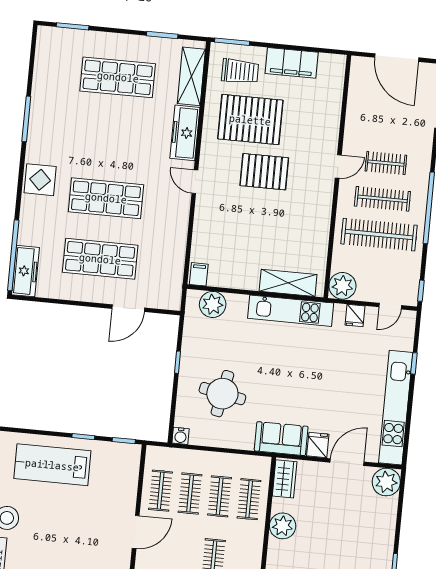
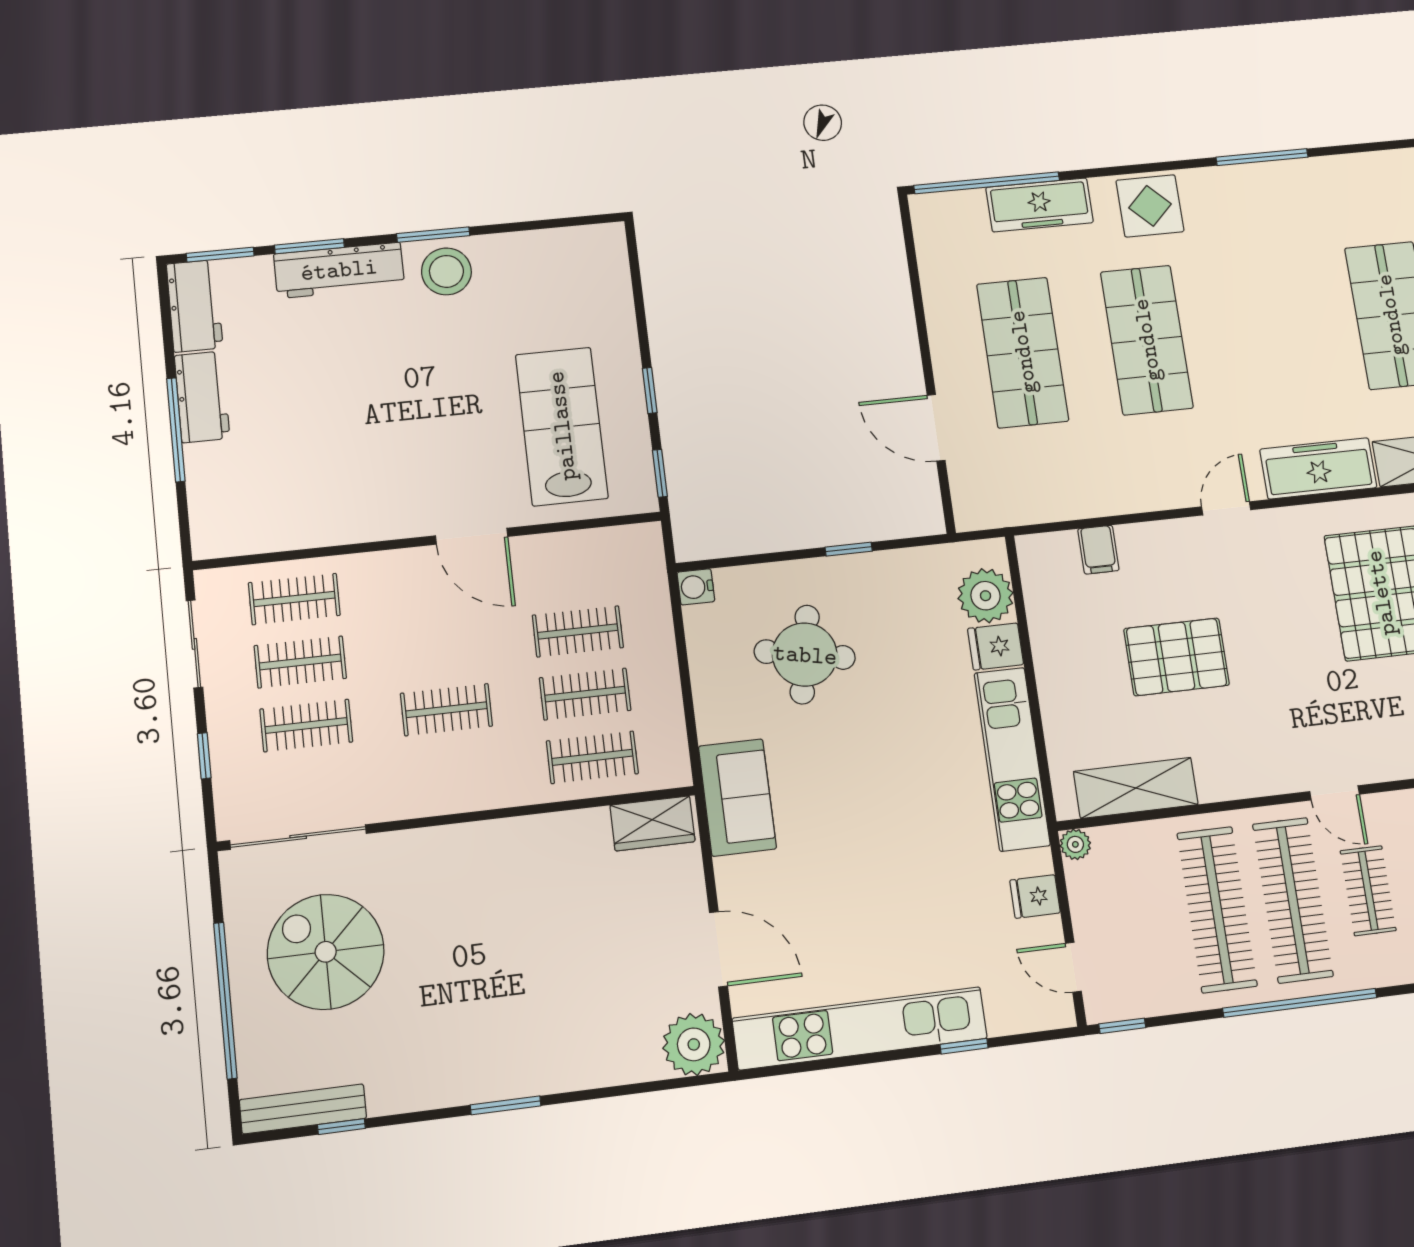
pallet: (264, 172) -> (1176, 657), moved, turned 90
clothes rail: (382, 199) -> (1293, 900), width x1.37, depth x1.31
freezer: (25, 271) -> (1040, 205), moved
filing cabinet: (199, 274) -> (1098, 550), moved, turned 90
shelving: (288, 283) -> (1136, 788), moved, turned 90
plant: (342, 286) -> (1075, 844), width x0.53, depth x0.53
fridge: (318, 445) -> (996, 646), moved, turned 180
lab bench: (52, 465) -> (562, 426), moved
clothes rail: (161, 491) -> (571, 569), removed
plant: (283, 526) -> (550, 841), removed

